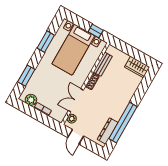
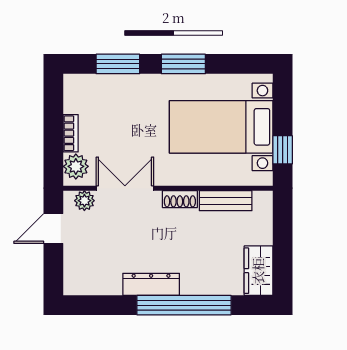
window: (46, 42) -> (183, 64), moved
plant: (31, 100) -> (76, 166), moved
window: (123, 123) -> (184, 305), moved
dresser: (108, 131) -> (151, 284), moved

